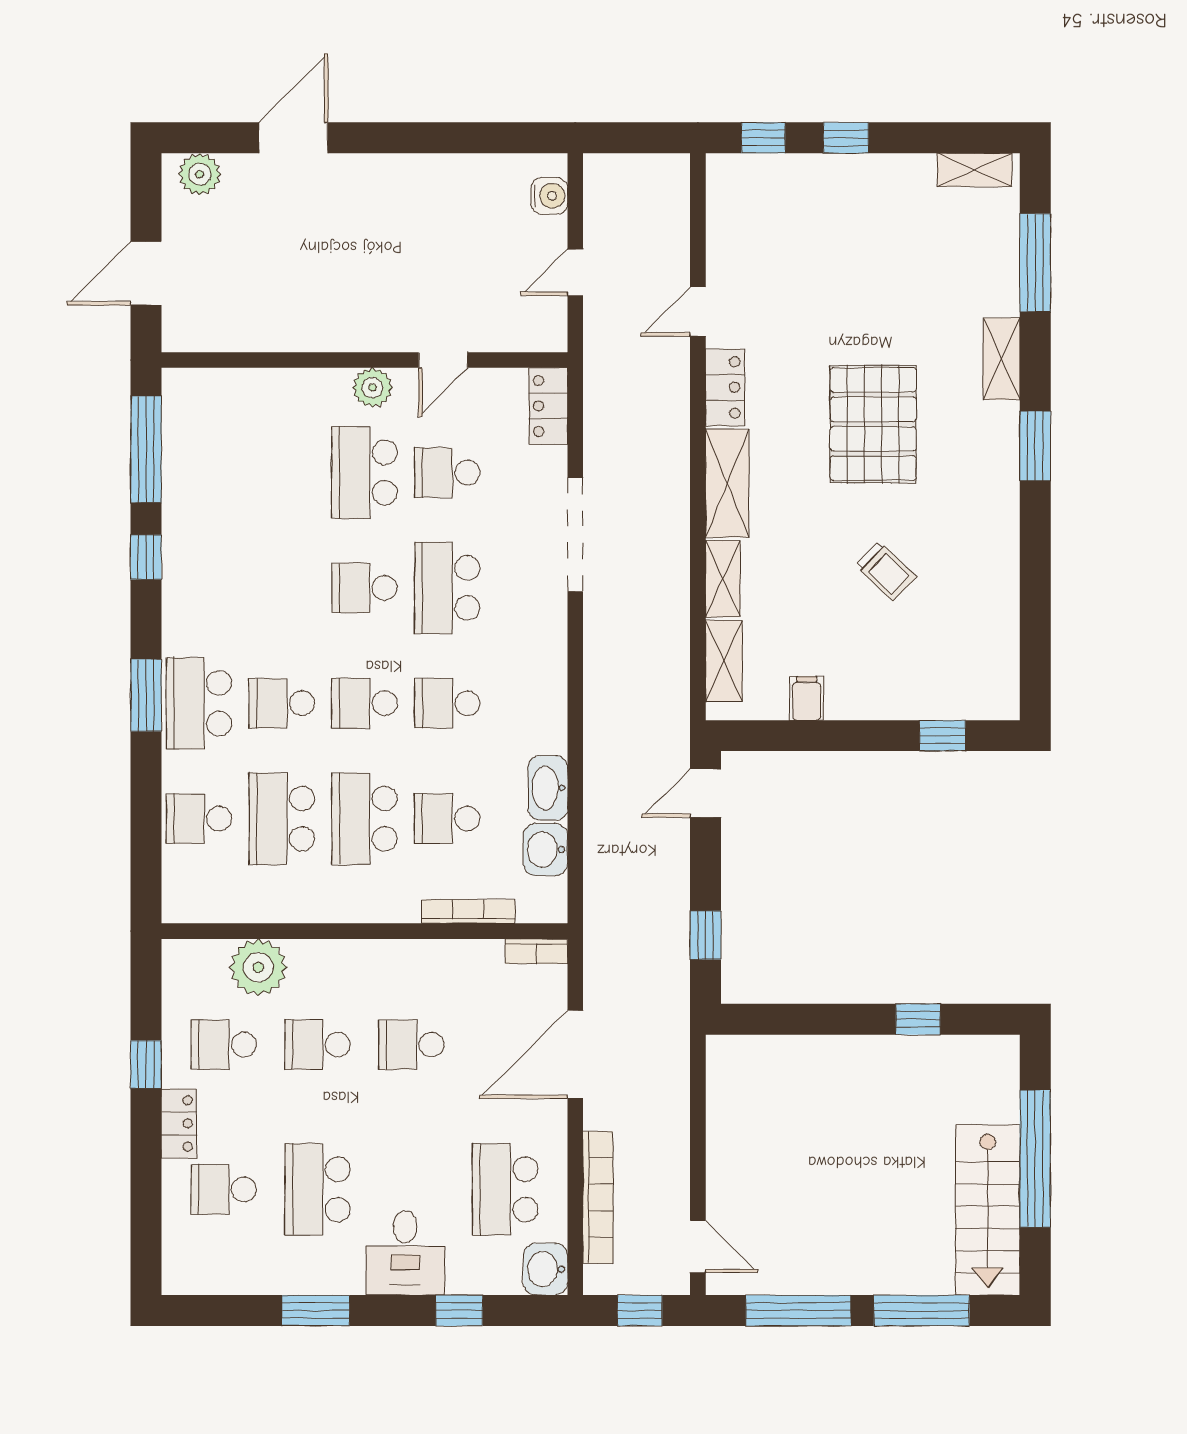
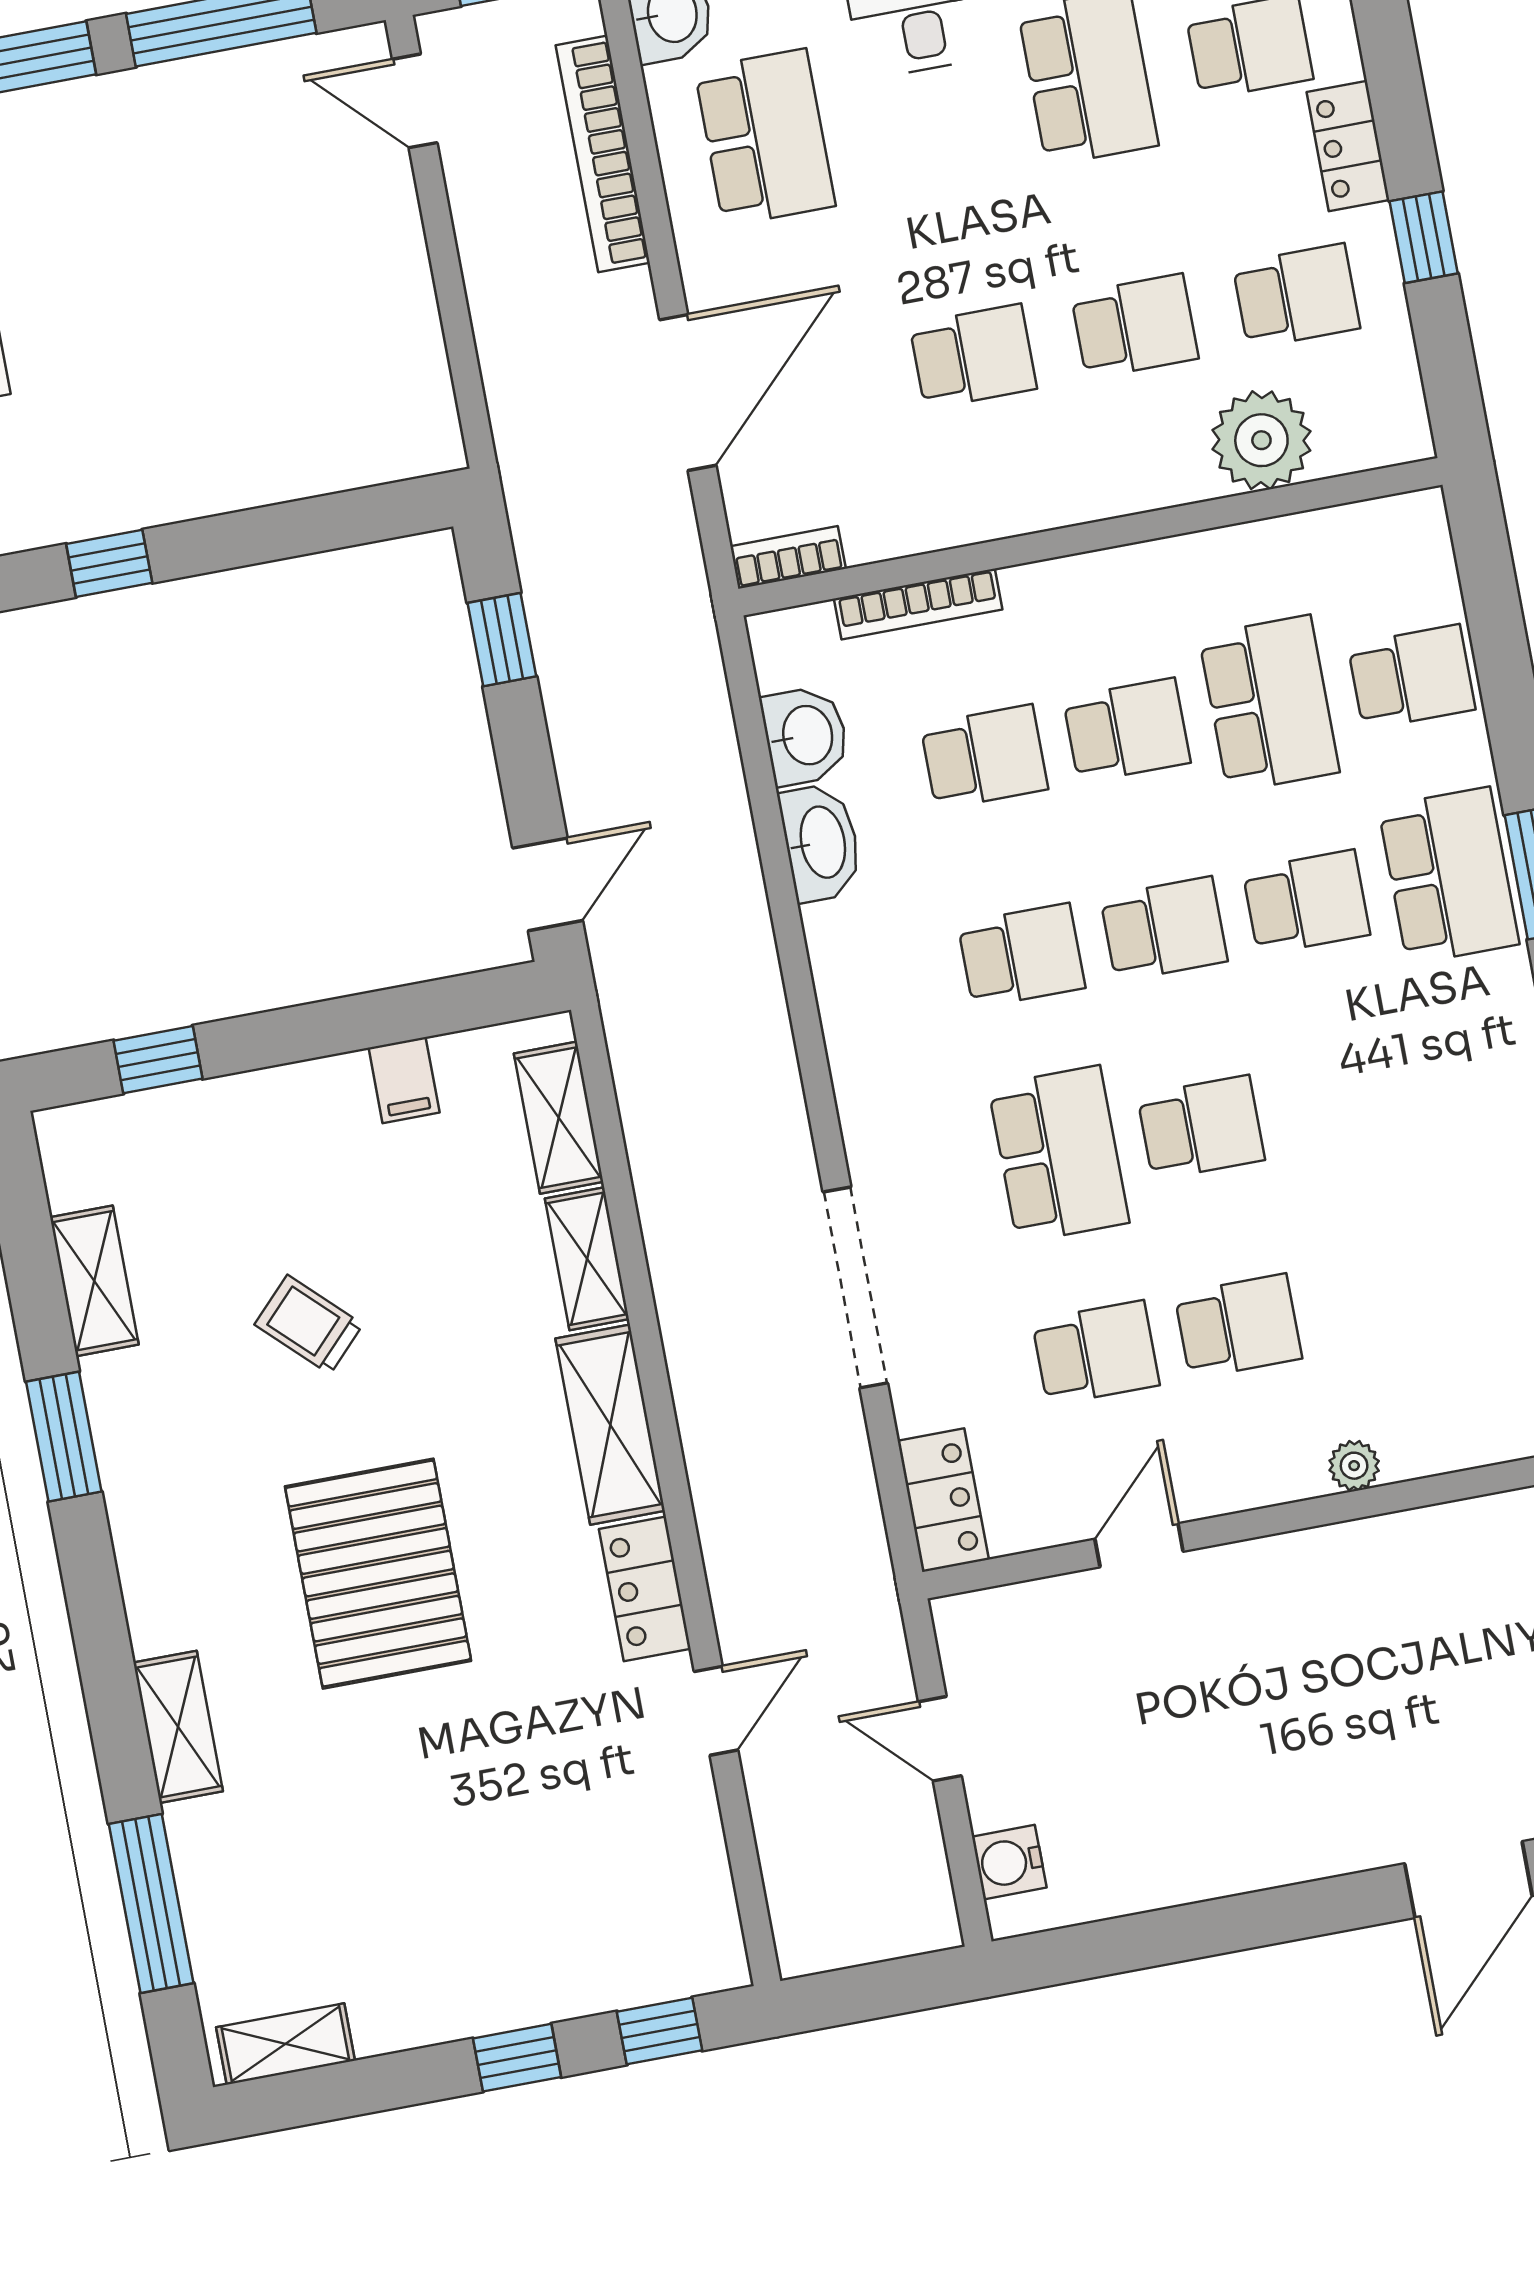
door: (575, 272) -> (940, 1739), swing flipped
plant: (372, 388) -> (1354, 1466), moved, width x0.73, depth x0.73
window: (1035, 446) -> (64, 1437), moved
school desk: (364, 473) -> (1238, 1326), width x0.54
shelving: (1002, 618) -> (94, 1281), added
school desk: (364, 819) -> (1127, 730), width x0.54

